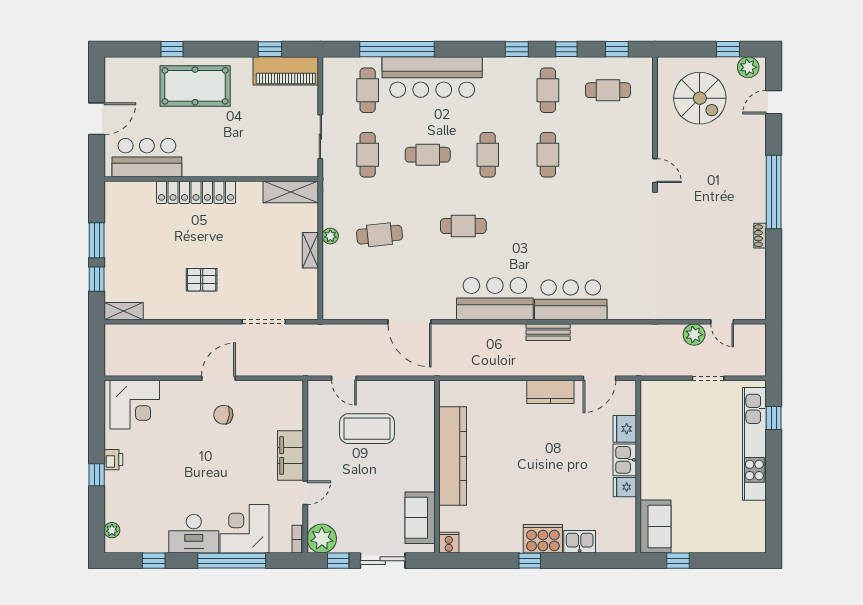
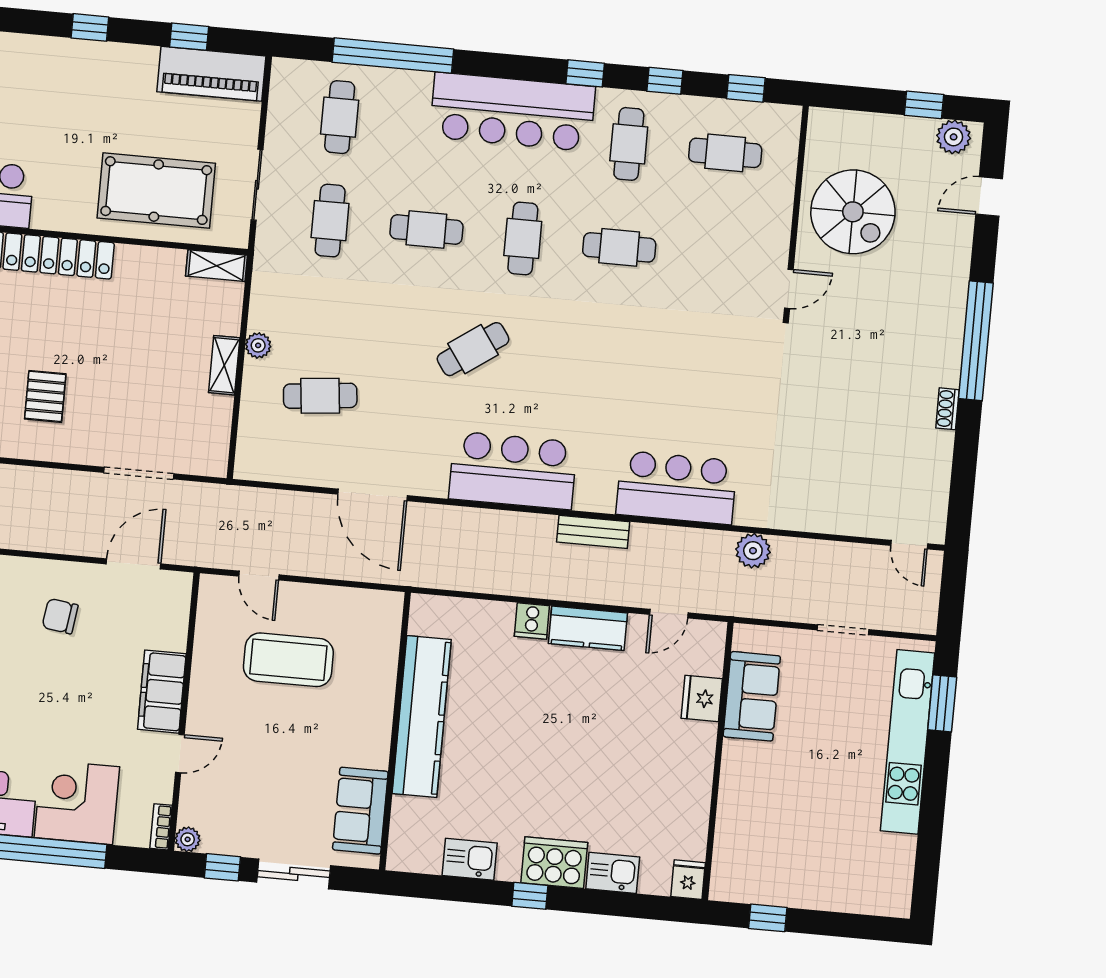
window: (172, 49) -> (90, 27), moved
bar counter: (432, 77) -> (512, 112), moved
pool table: (195, 86) -> (156, 191), moved
spiral stairs: (700, 98) -> (853, 212), moved
cafe table: (548, 155) -> (619, 247), turned 90
door: (655, 171) -> (789, 289), hinge flipped
shelving: (291, 192) -> (217, 266), width x0.67, depth x0.75
cafe table: (463, 226) -> (473, 349), turned -35
cafe table: (379, 235) -> (320, 396), moved
pallet: (202, 280) -> (45, 396), turned 90
bar counter: (571, 300) -> (676, 488), moved
door: (722, 322) -> (909, 545), moved
plant: (694, 335) -> (753, 551), moved
door: (218, 378) -> (133, 564), moved
door: (599, 378) -> (669, 614), width x0.73
window: (774, 418) -> (942, 703), width x1.50
kitchen sink: (625, 460) -> (470, 859), moved, turned 90
fridge: (625, 487) -> (688, 880), moved, turned 90
sofa: (655, 526) -> (752, 696), moved
plant: (322, 539) -> (188, 839), width x0.53, depth x0.53
cooker: (449, 543) -> (532, 621), moved, turned 180

